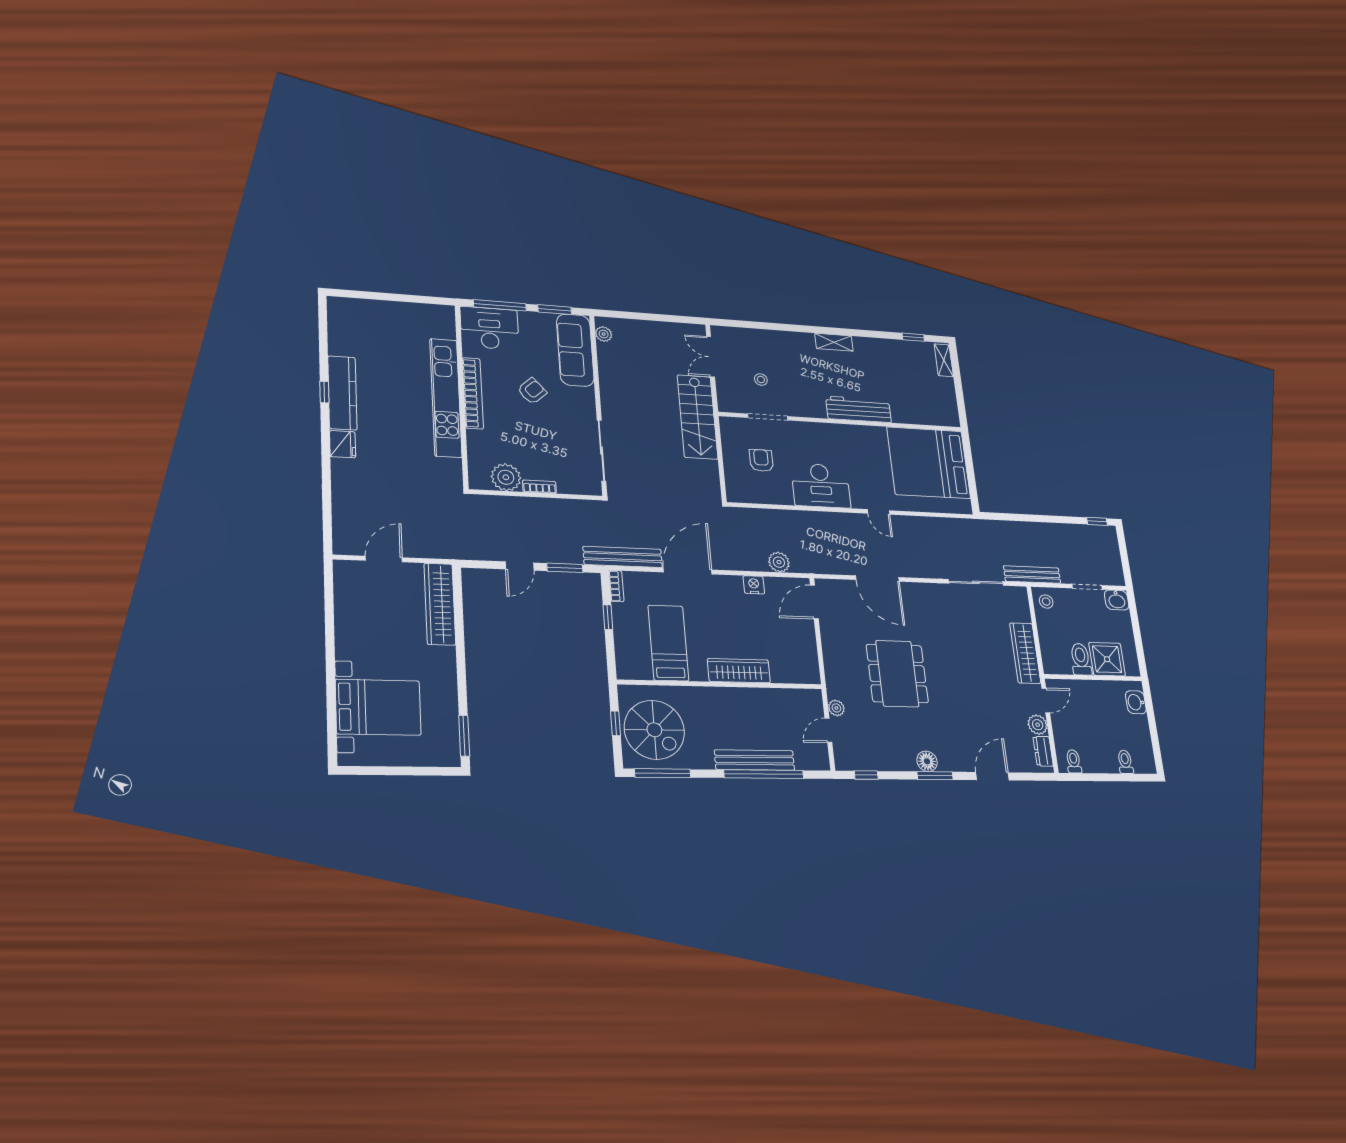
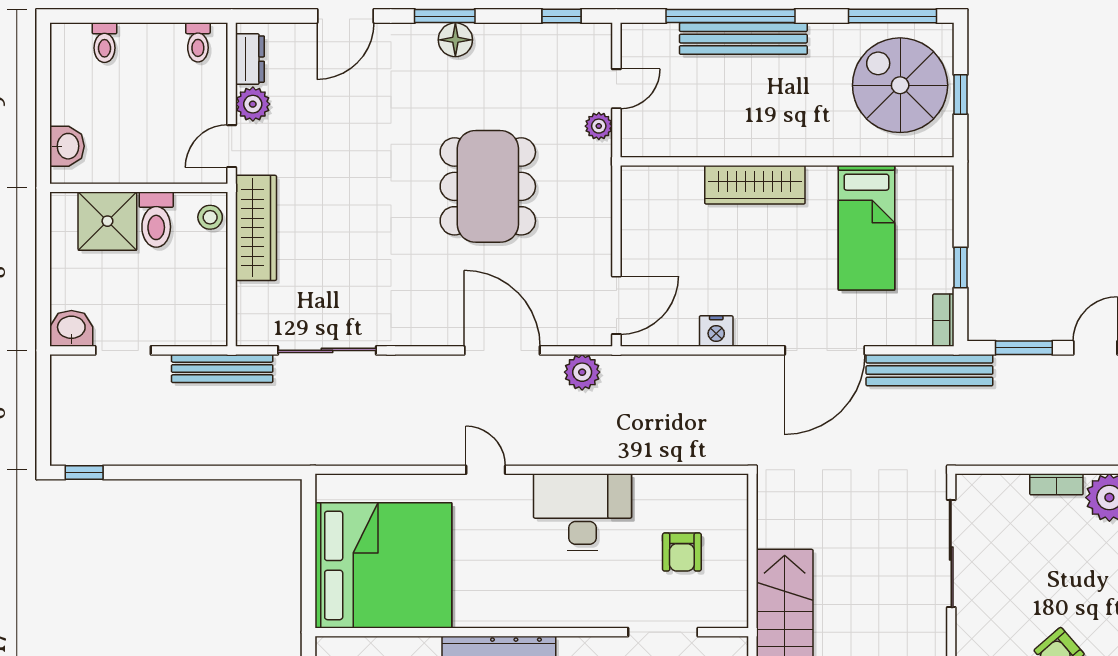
plant: (779, 562) -> (582, 372), moved
stool: (1046, 602) -> (210, 217), moved

